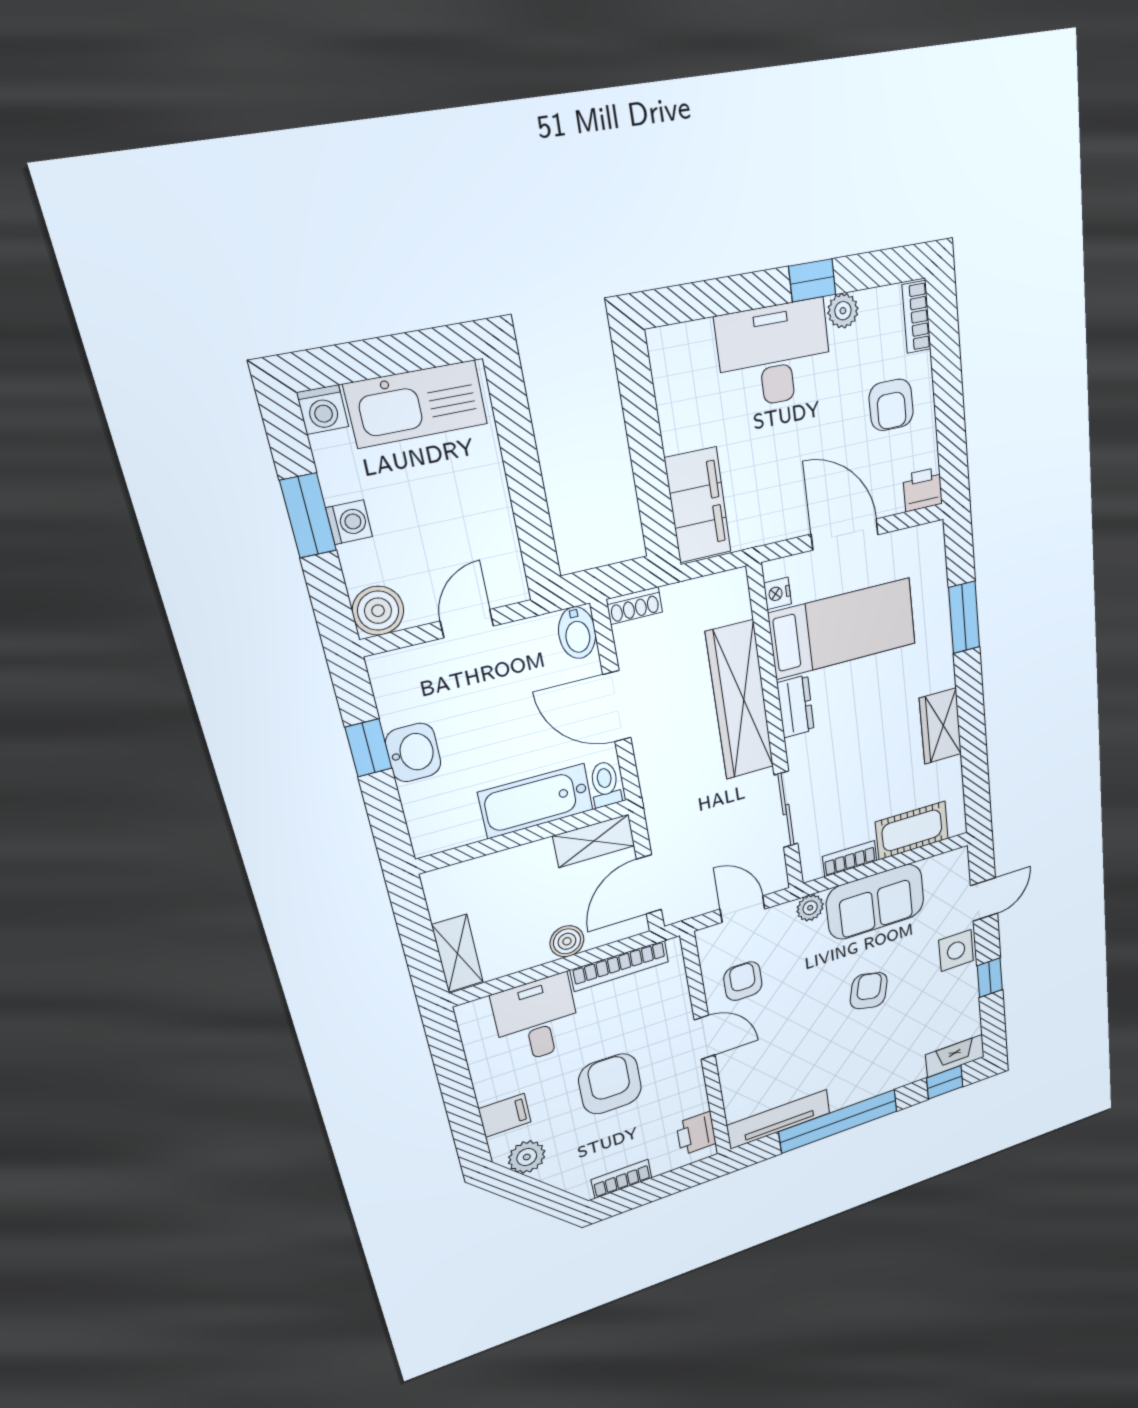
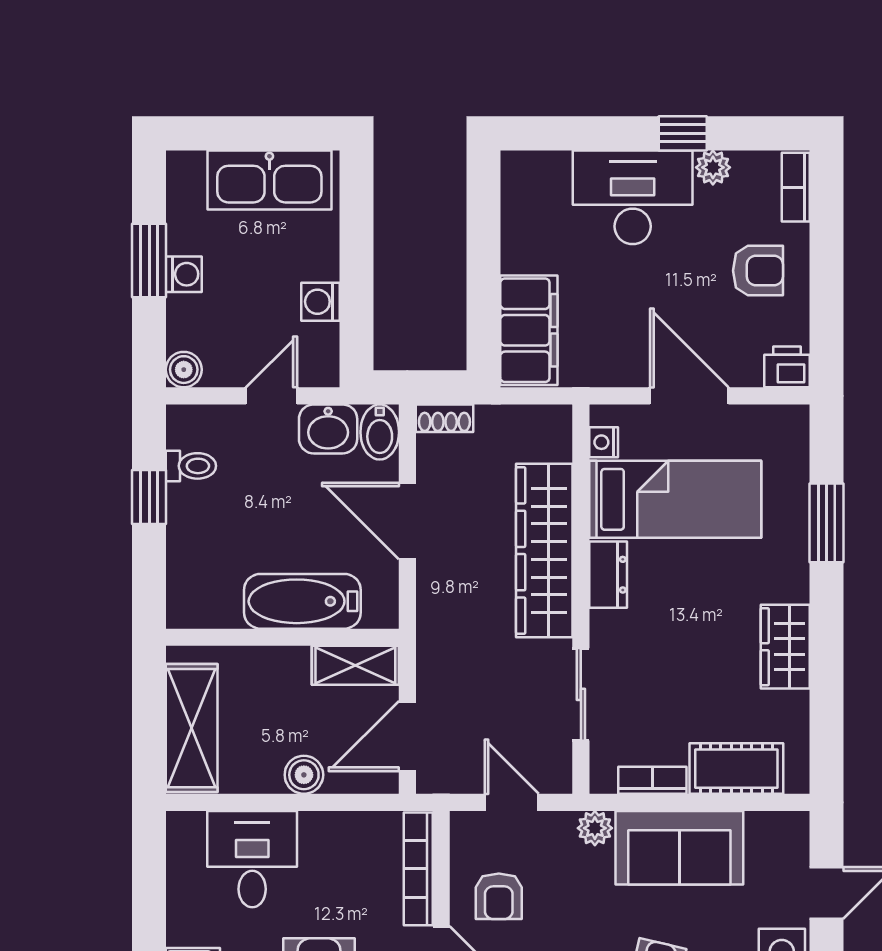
armchair: (891, 405) -> (758, 271), turned -90
washing machine: (323, 410) -> (320, 302), moved, turned 90
boiler: (378, 611) -> (184, 370), width x0.73, depth x0.73
washbasin: (413, 753) -> (328, 429), moved, turned 90
toilet: (605, 784) -> (191, 466), moved, turned 90
shelving: (457, 953) -> (192, 728), width x1.50, depth x1.33
bookcase: (620, 966) -> (418, 869), moved, turned 90
armchair: (743, 981) -> (499, 896), turned 180

